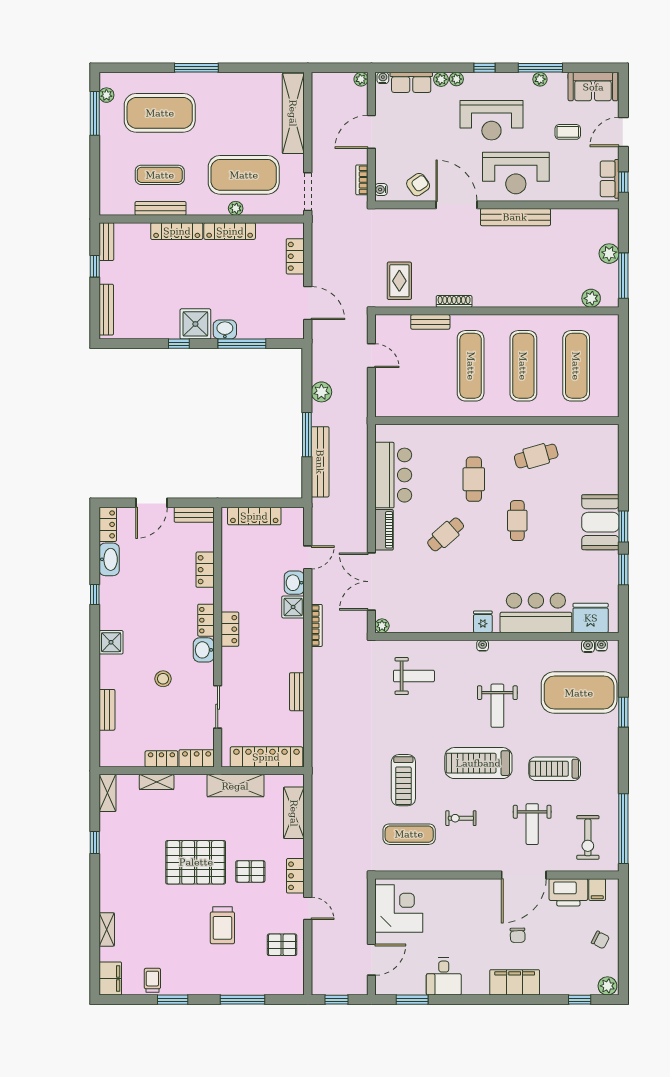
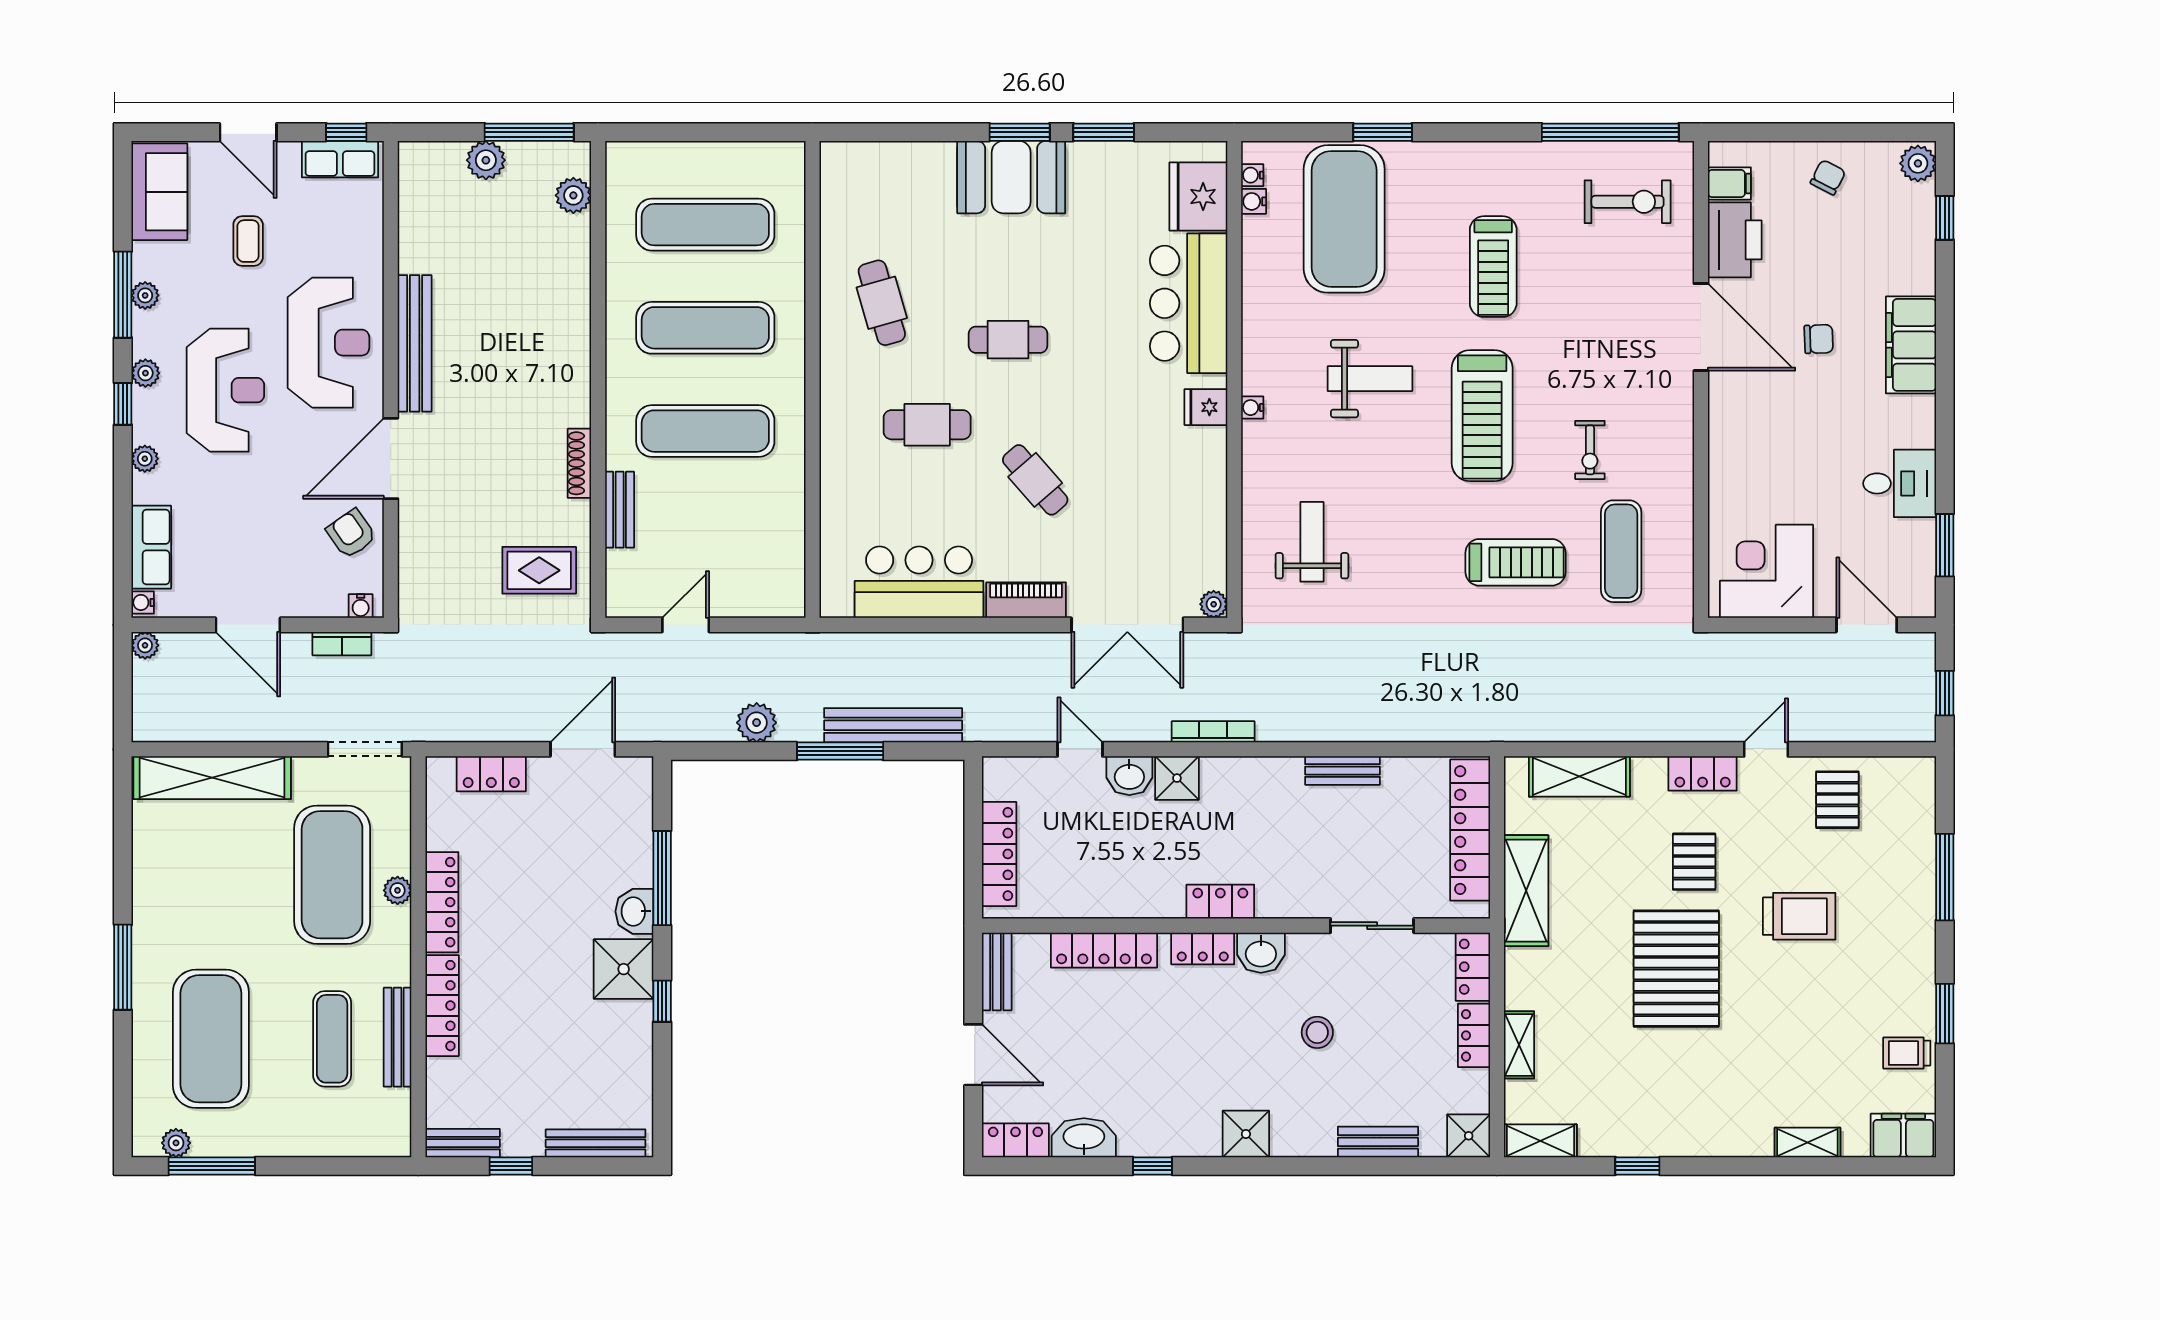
plant: (441, 79) -> (145, 373), moved
locker: (205, 570) -> (1104, 950), width x1.53
shower: (110, 756) -> (1469, 1136), added
weight bench: (532, 824) -> (1601, 311), removed

